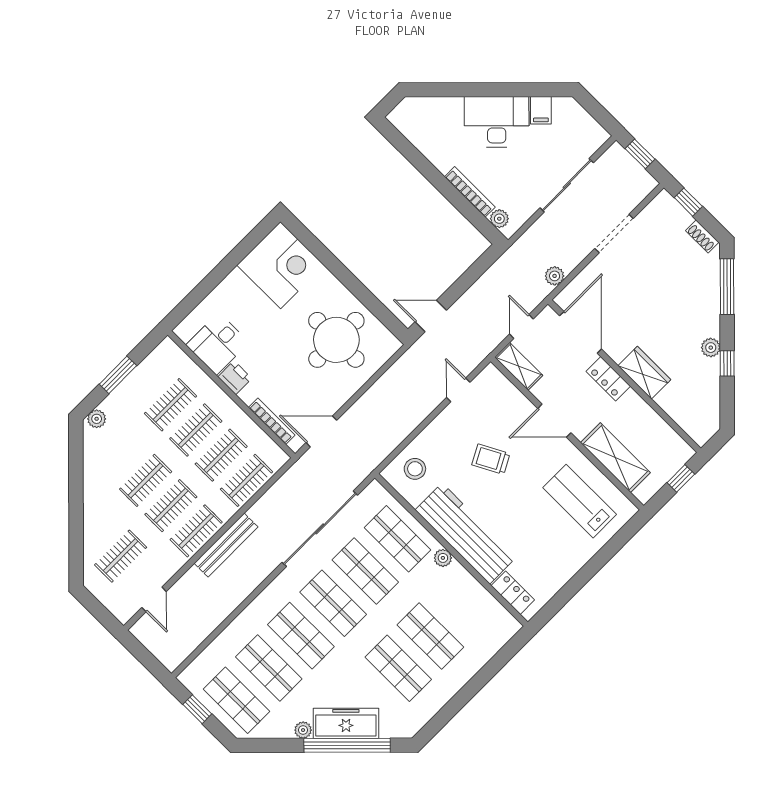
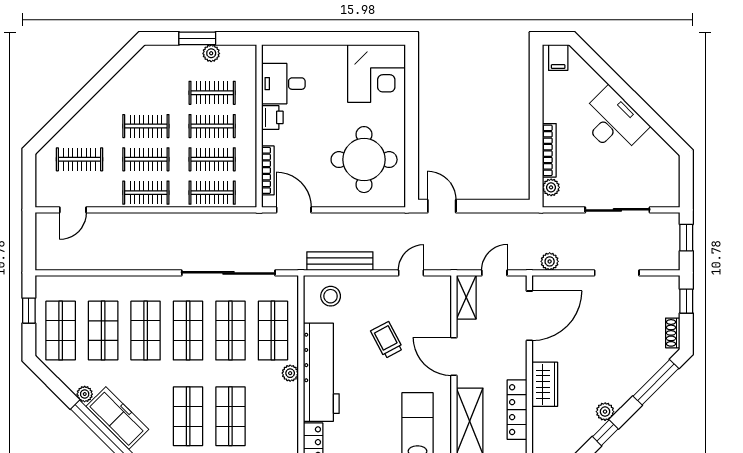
filing cabinet: (541, 110) -> (558, 58), moved, turned -45
locker: (608, 379) -> (517, 410), moved, width x1.53
plant: (97, 419) -> (211, 53), moved
bench: (226, 545) -> (340, 261), moved

